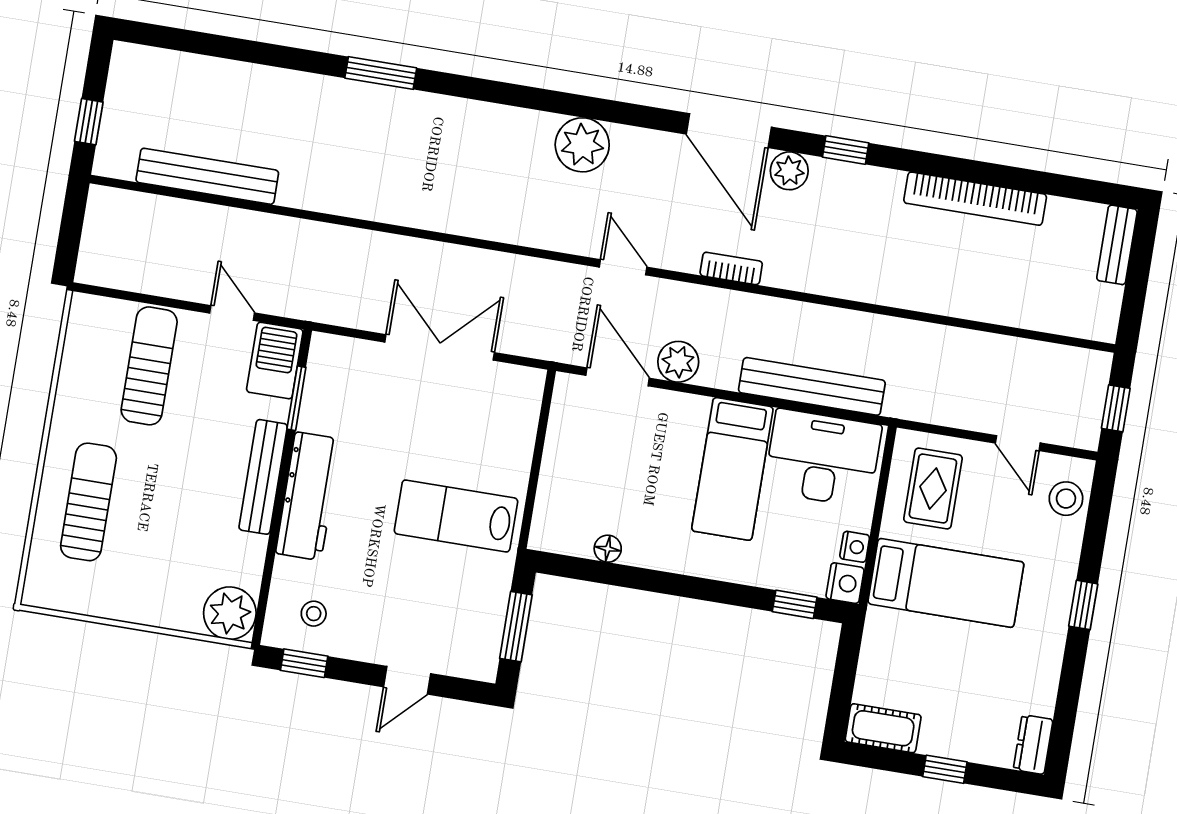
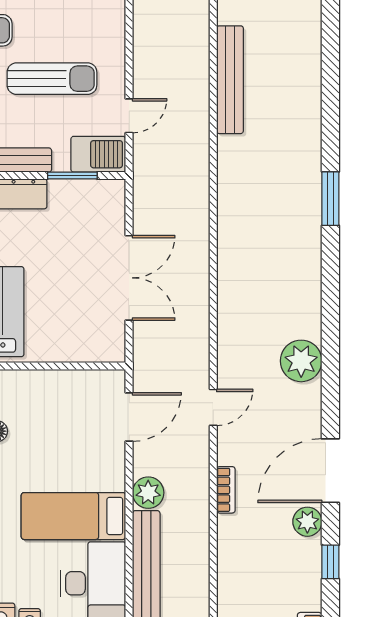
plant: (678, 362) -> (148, 493), moved
sun lounger: (149, 366) -> (52, 79), moved

